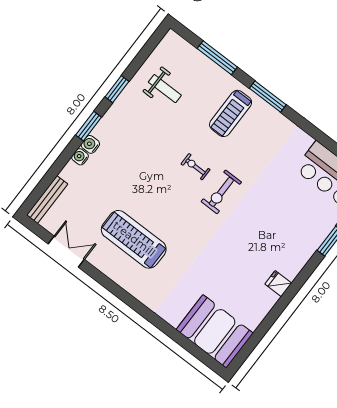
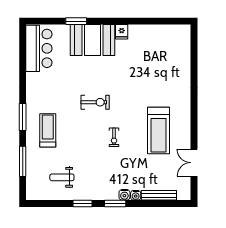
weight bench: (165, 89) -> (62, 177), turned -90
treadmill: (231, 113) -> (48, 130), turned -90
exercise bike: (196, 167) -> (114, 137), moved
bench: (47, 199) -> (159, 195), moved
booth: (215, 331) -> (92, 40), moved, turned 90

